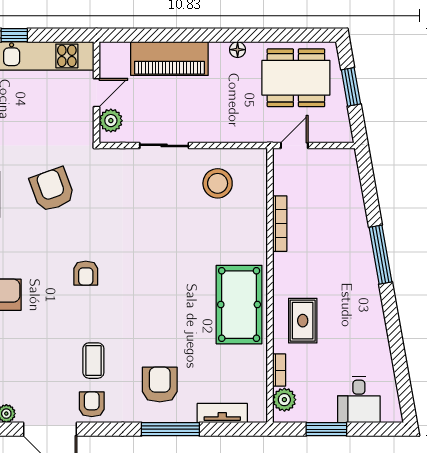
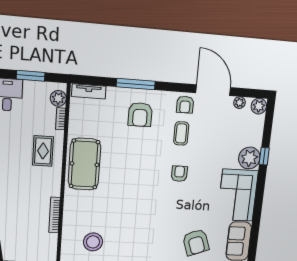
armchair: (86, 273) -> (179, 174), moved
tv unit: (222, 413) -> (89, 91), moved

